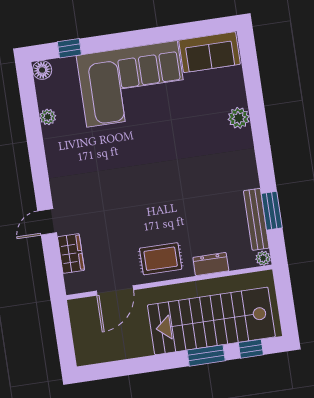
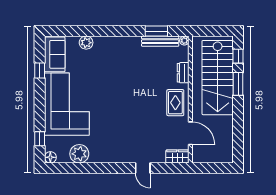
window: (180, 32) -> (40, 71), added
plant: (48, 117) -> (79, 154), width x1.87, depth x1.87
plant: (239, 118) -> (86, 43), moved
wardrobe: (71, 254) -> (177, 156), moved

